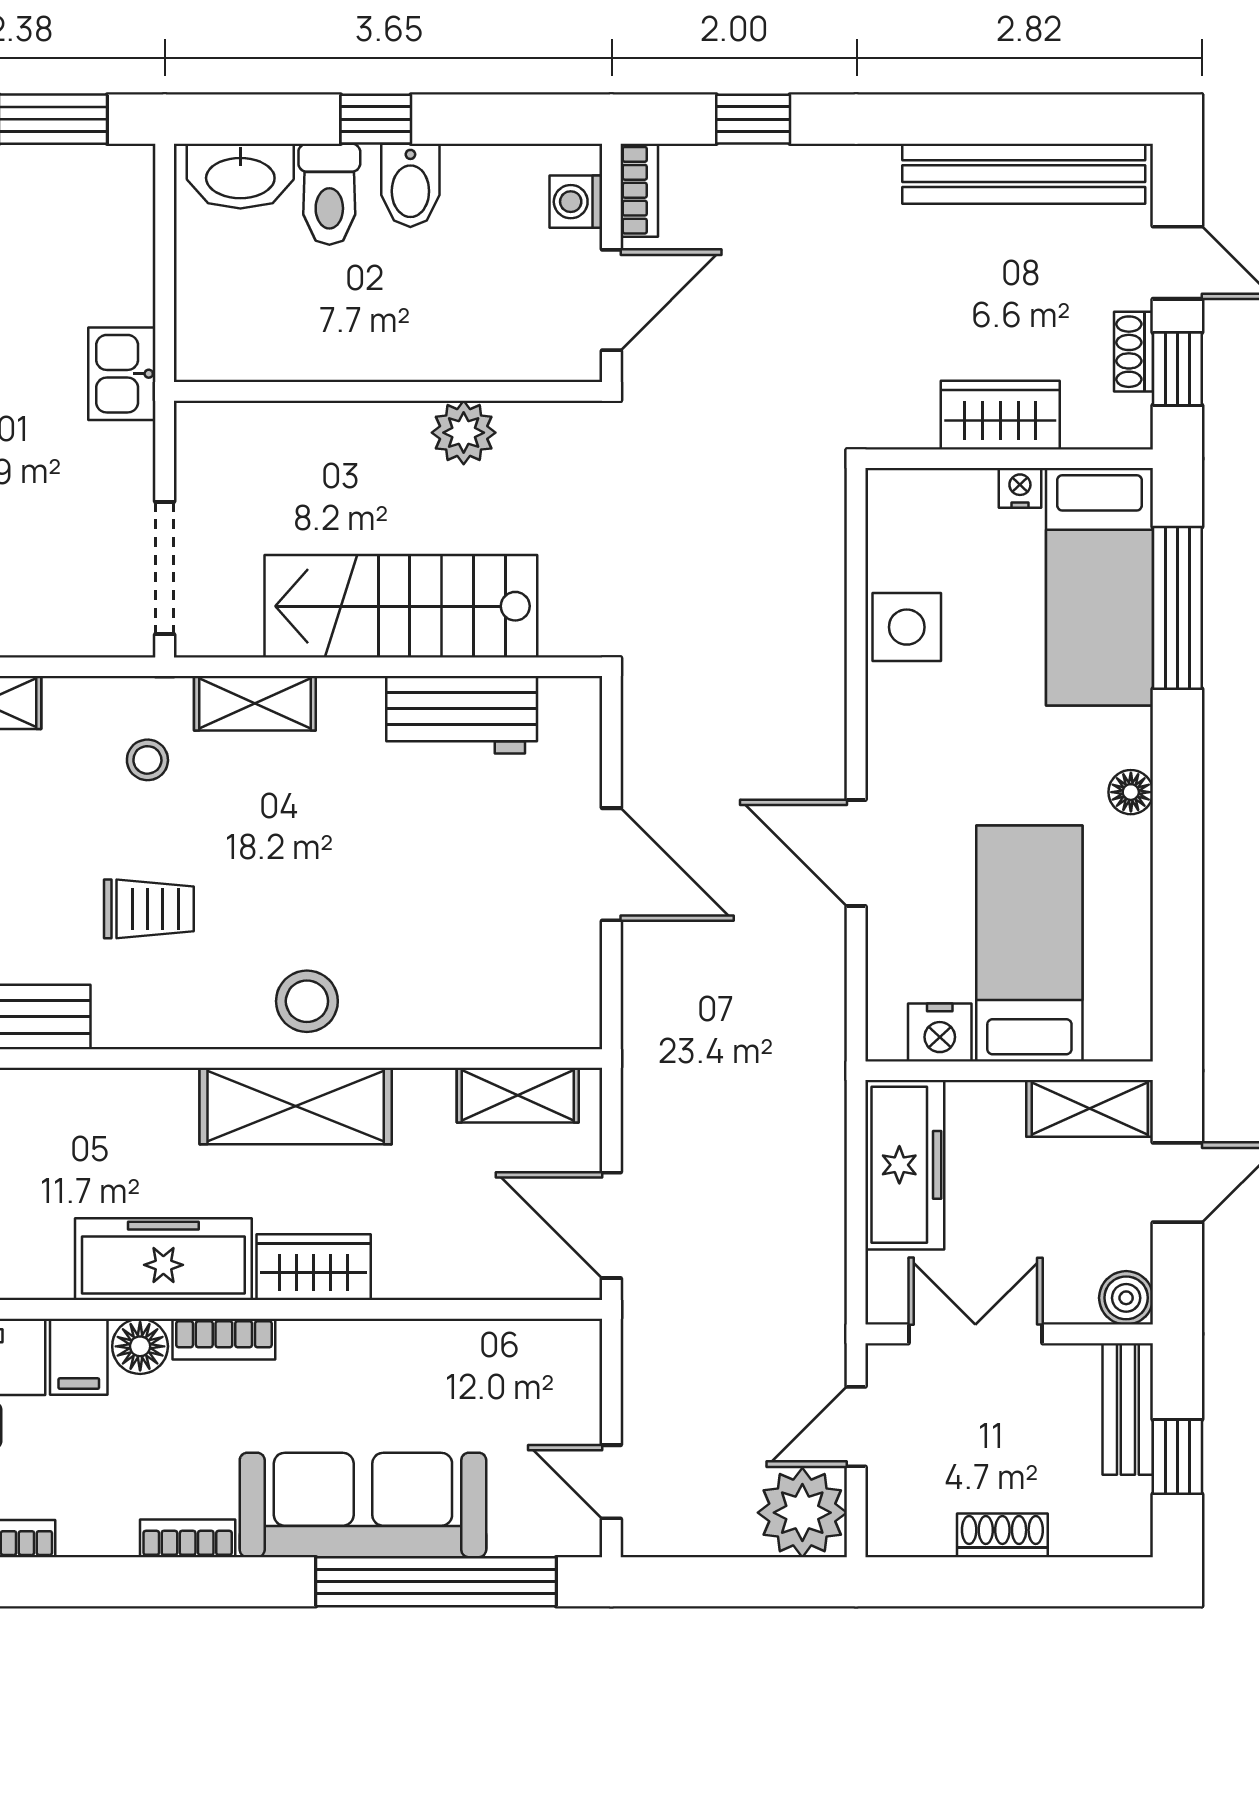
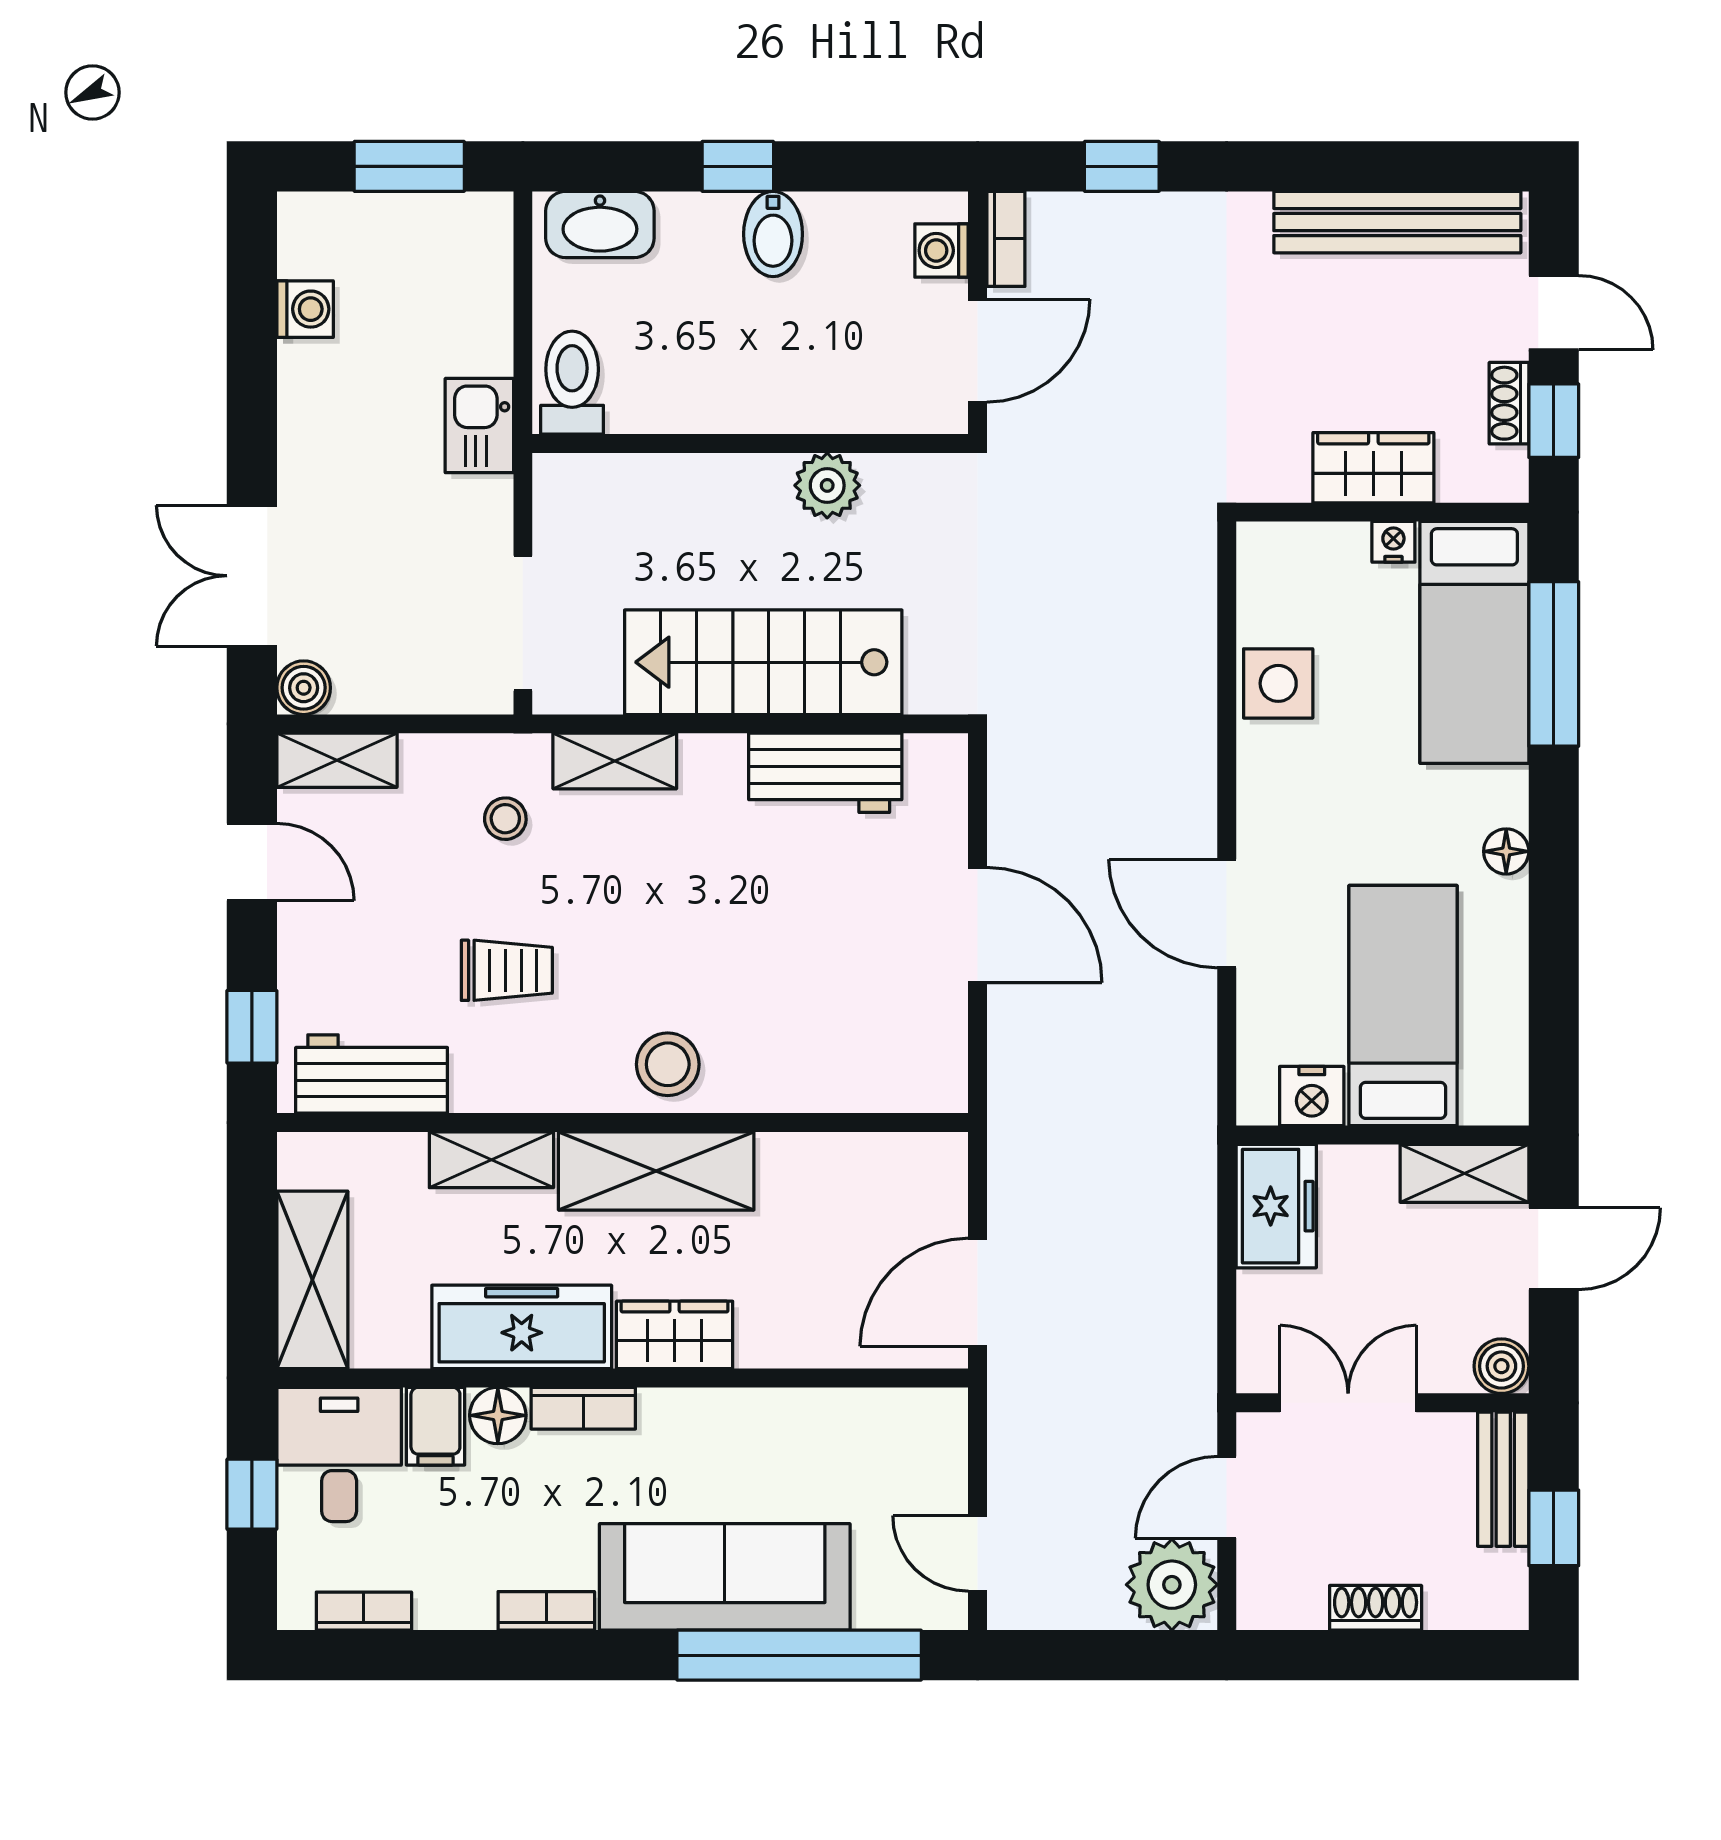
toilet: (329, 194) -> (572, 383), moved, turned 180
shelving: (518, 1095) -> (491, 1160), moved
freezer: (905, 1165) -> (1276, 1206), width x0.71
door: (611, 1225) -> (978, 1292), hinge flipped

